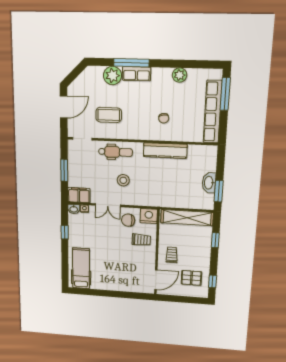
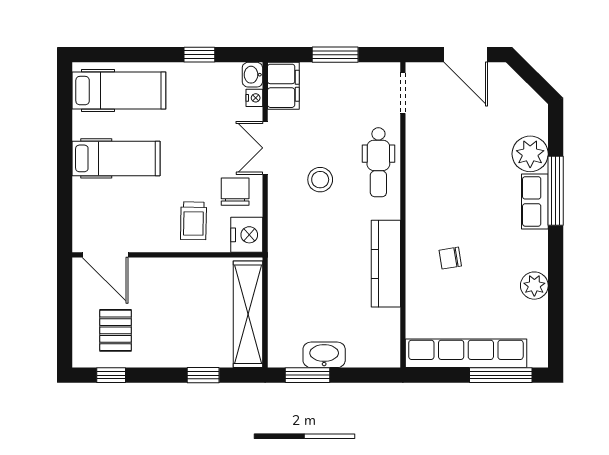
coffee table: (109, 115) -> (453, 147), removed
trolley: (172, 255) -> (164, 286), removed
hospital bed: (112, 272) -> (116, 158), added

